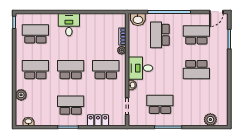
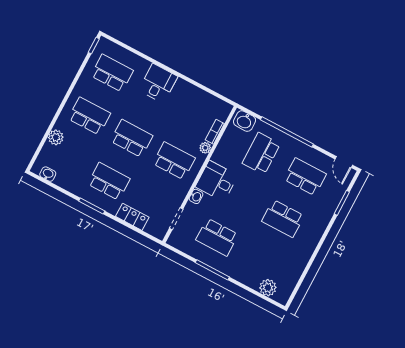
door: (216, 12) -> (344, 162), hinge flipped
school desk: (160, 104) -> (217, 237), turned 180

